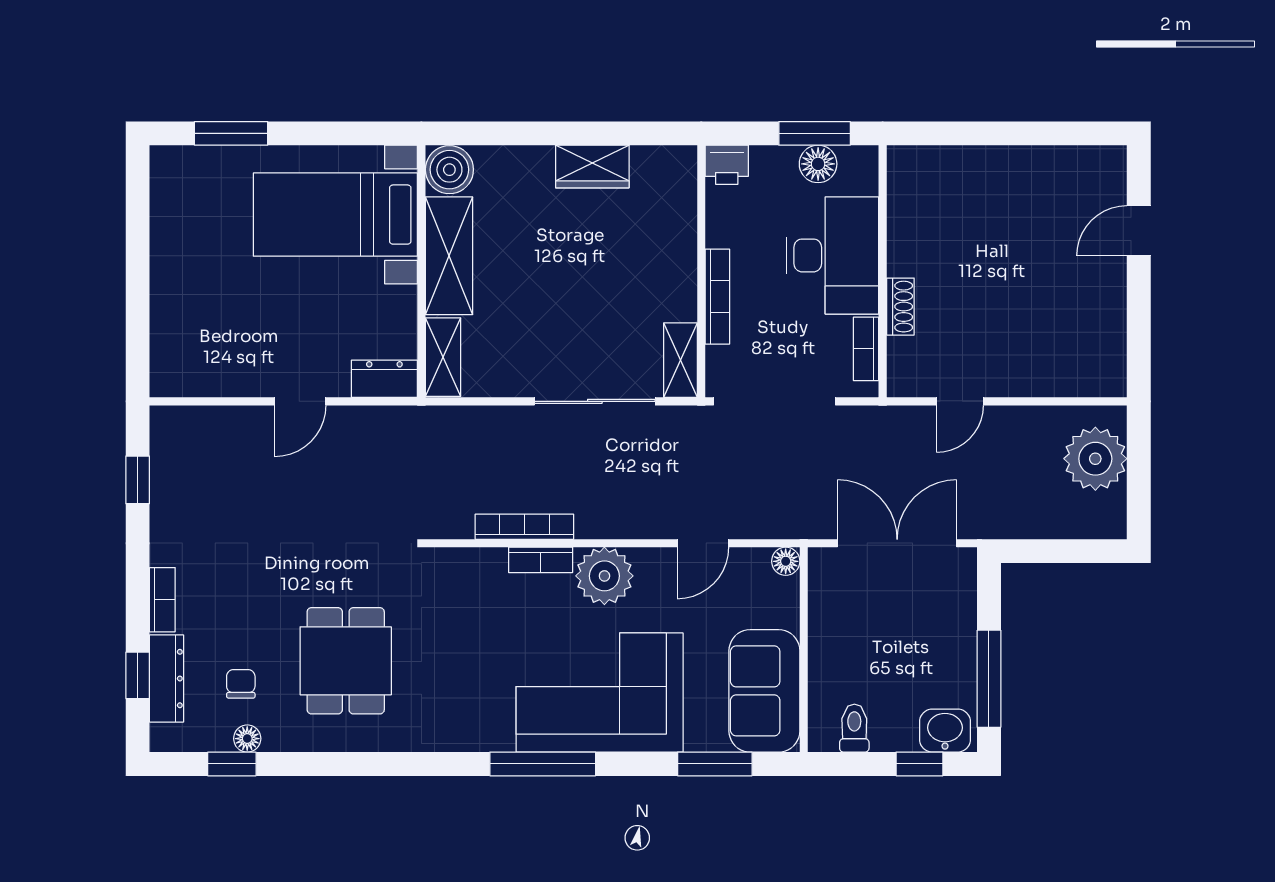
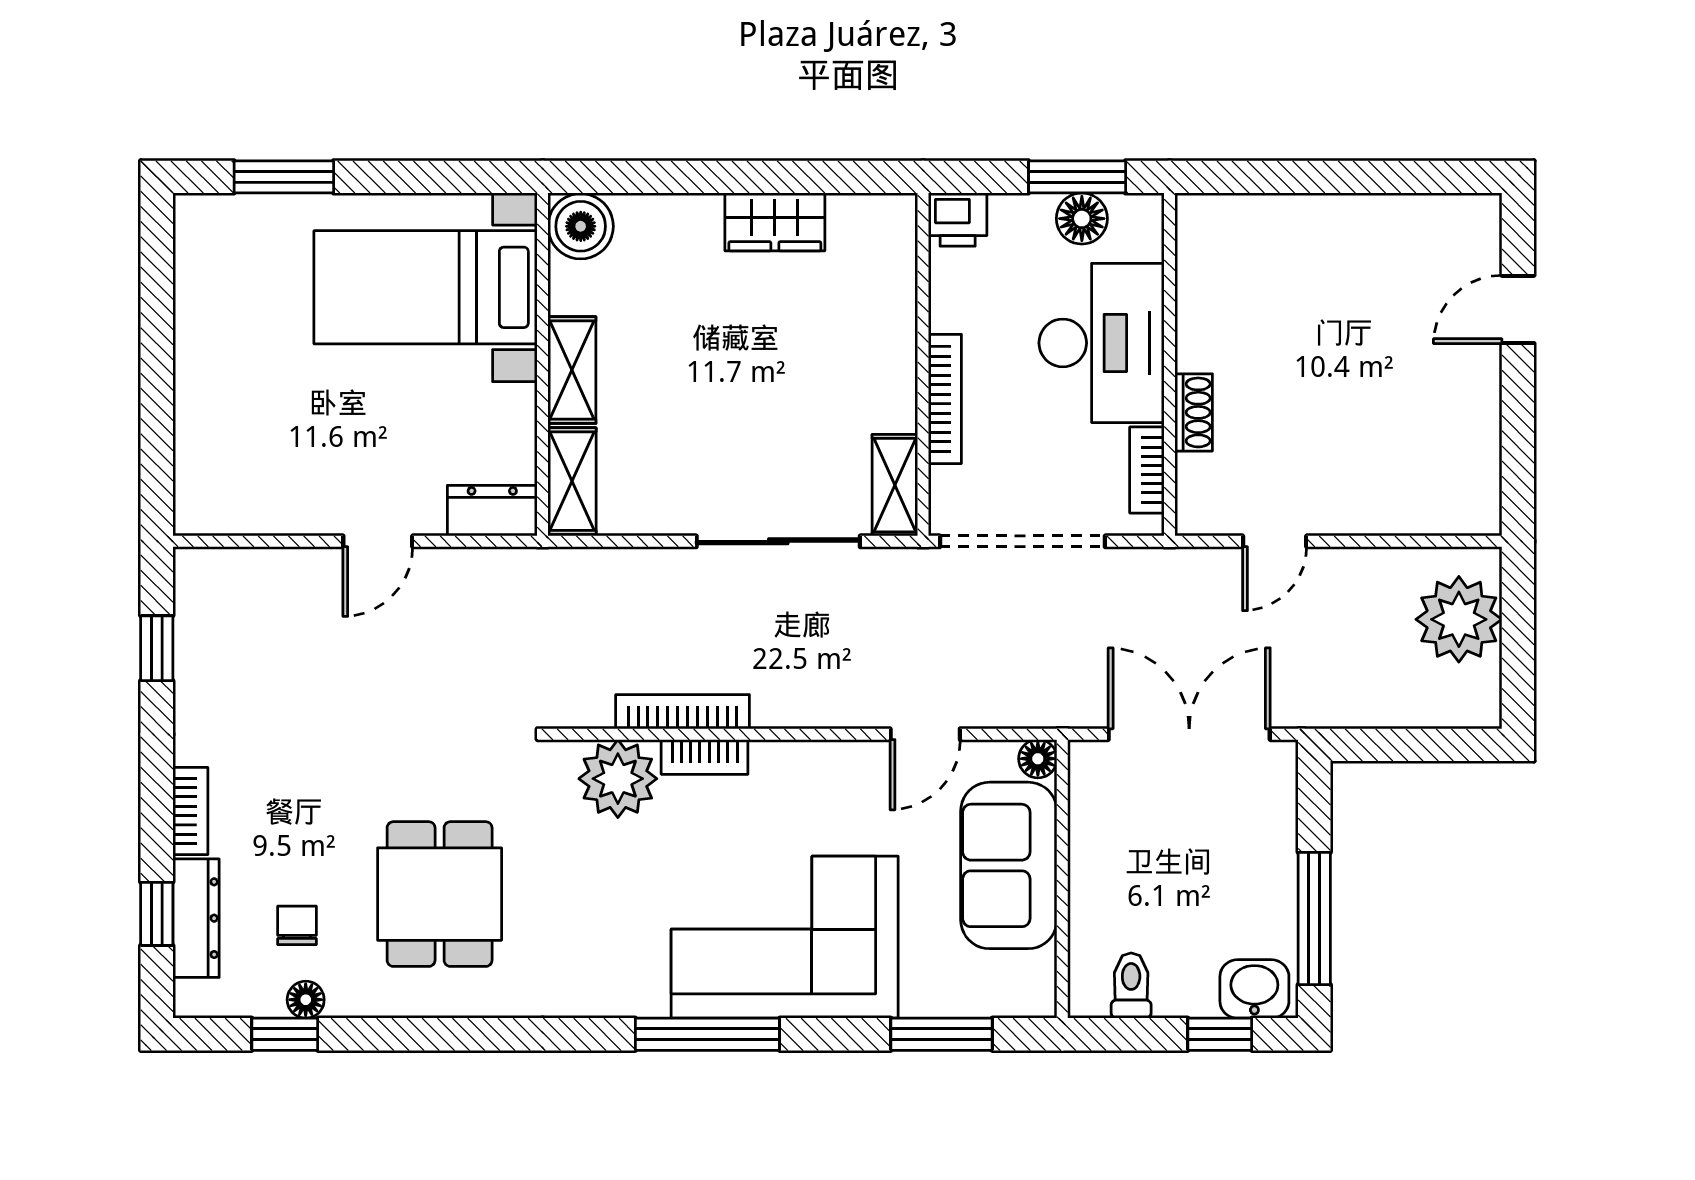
shelving: (449, 256) -> (572, 370), width x0.67, depth x0.75
plant: (604, 576) -> (618, 779), moved
sofa: (764, 691) -> (1009, 865), moved

